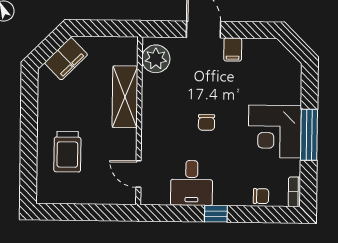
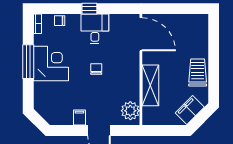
trolley: (67, 152) -> (198, 72), moved
door: (138, 174) -> (141, 34), width x1.87
desk: (192, 183) -> (95, 29), moved

